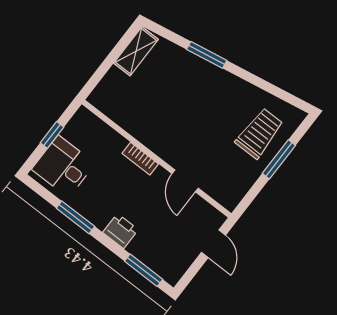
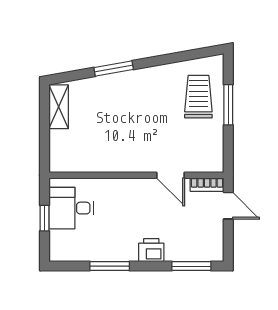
bookcase: (140, 159) -> (207, 185), moved
desk: (63, 166) -> (71, 208), moved

